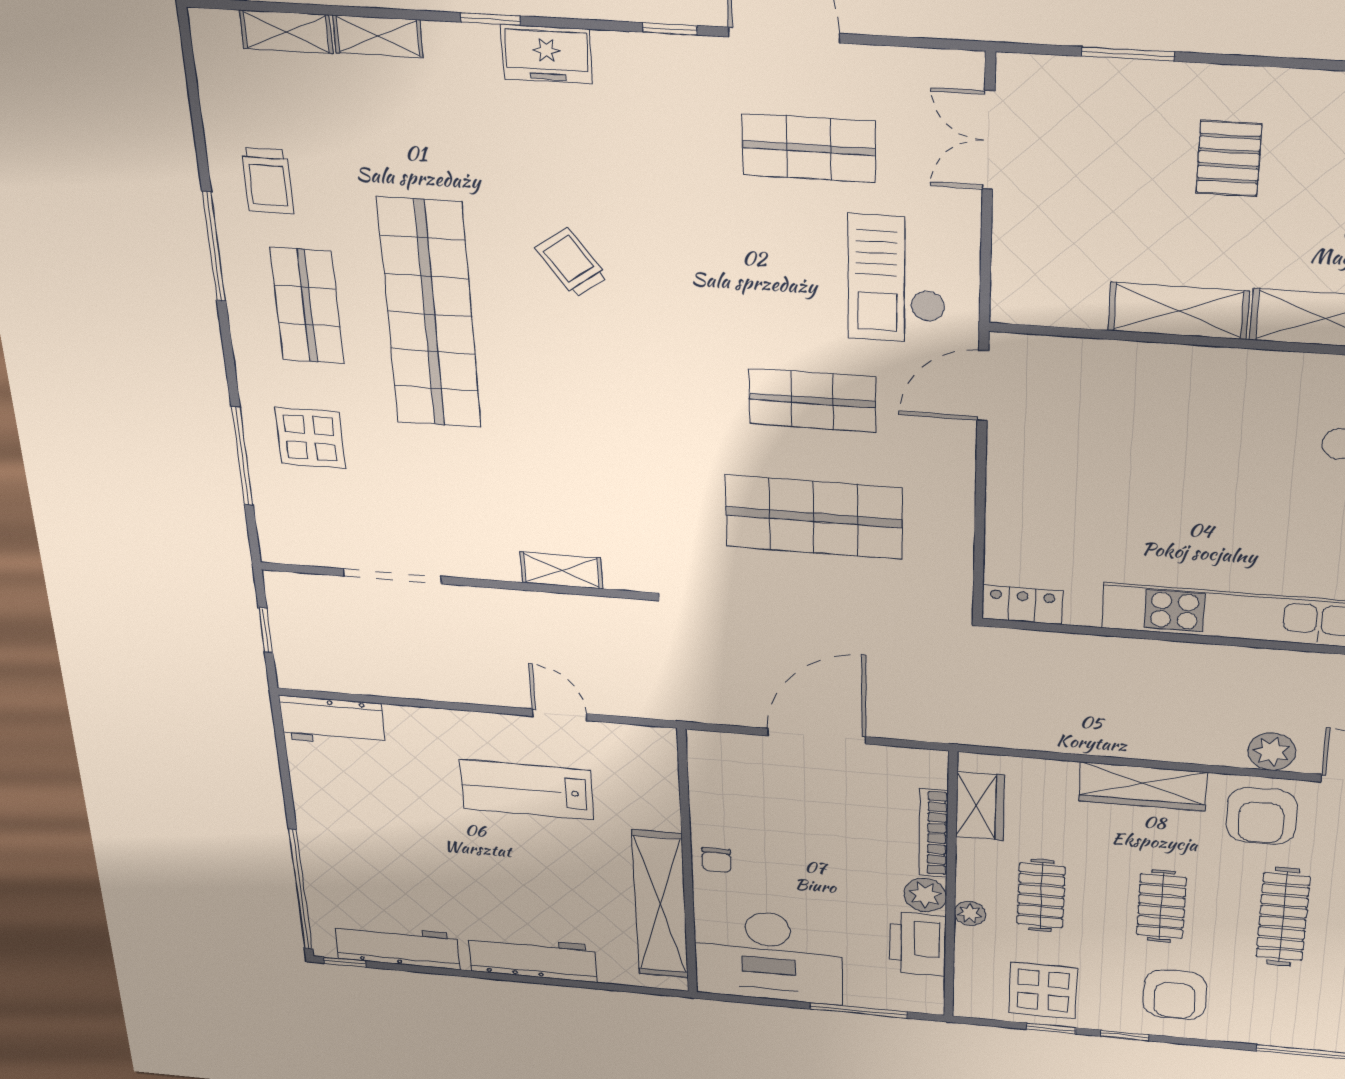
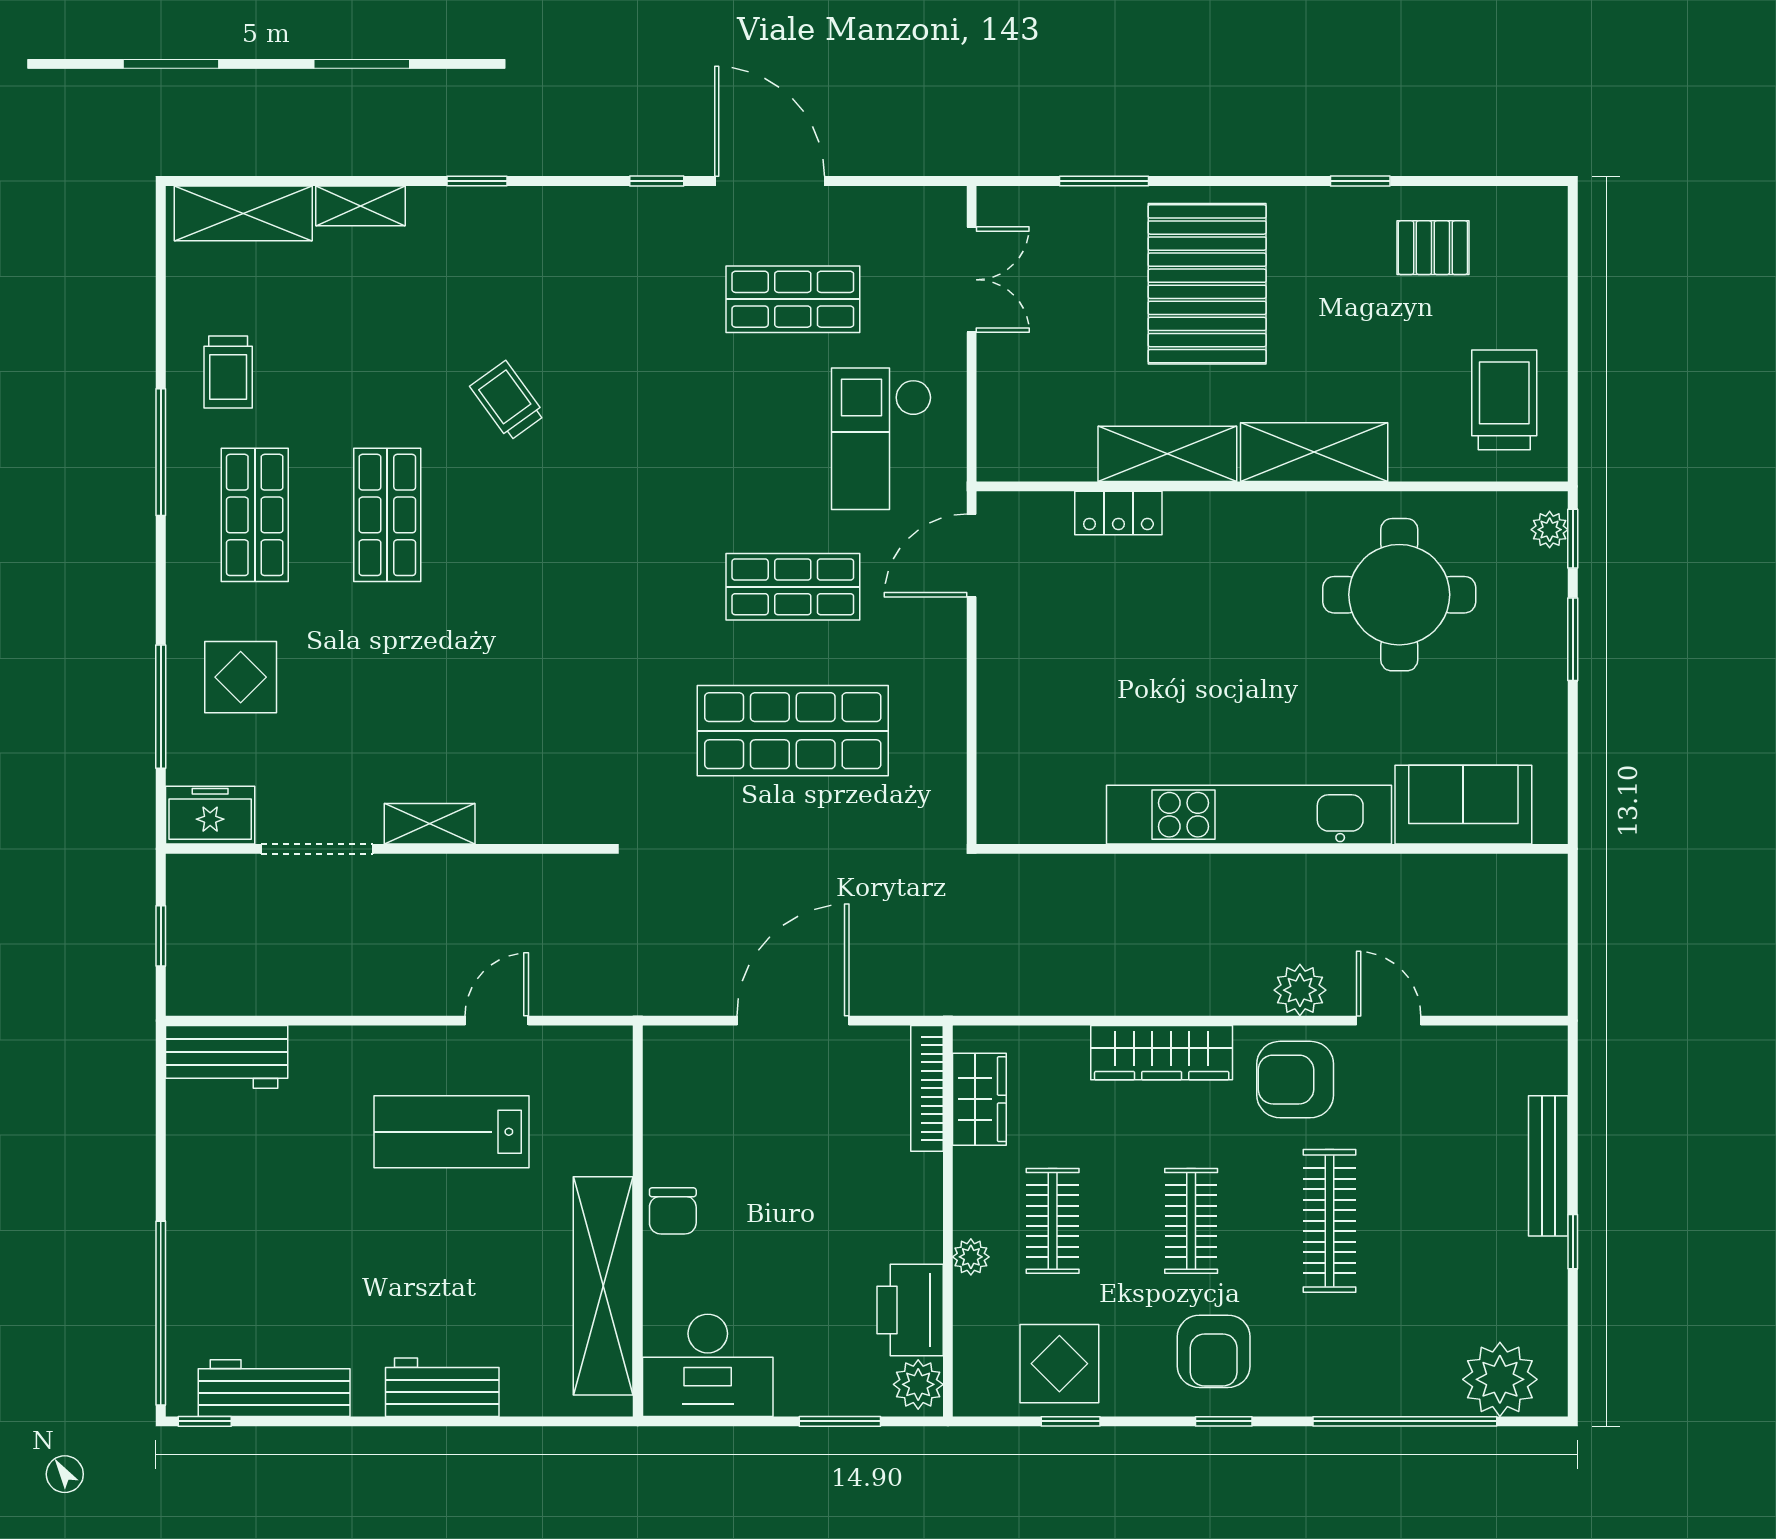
shelving: (286, 32) -> (243, 213), width x1.50, depth x1.33
freezer: (547, 54) -> (210, 815), moved, turned 180
double door: (988, 140) -> (972, 280), swing flipped
pallet: (1229, 158) -> (1207, 284), width x2.05, depth x2.00
trolley: (571, 262) -> (508, 401), moved
shop shelf: (430, 314) -> (387, 515), width x0.50, depth x0.74
shelving: (561, 570) -> (430, 824), moved
locker: (1022, 605) -> (1118, 513), moved, turned 180
door: (559, 715) -> (497, 1021), hinge flipped
armchair: (1262, 816) -> (1295, 1080), turned 90
bookcase: (934, 833) -> (927, 1088), moved
chair: (716, 860) -> (673, 1211), width x1.37, depth x1.37
plant: (925, 895) -> (918, 1384), moved
desk: (768, 956) -> (708, 1365), width x0.73, depth x0.77
workbench: (533, 958) -> (442, 1387), width x0.73
window: (859, 1010) -> (840, 1421), width x0.69
window: (1125, 1035) -> (1224, 1421), moved

